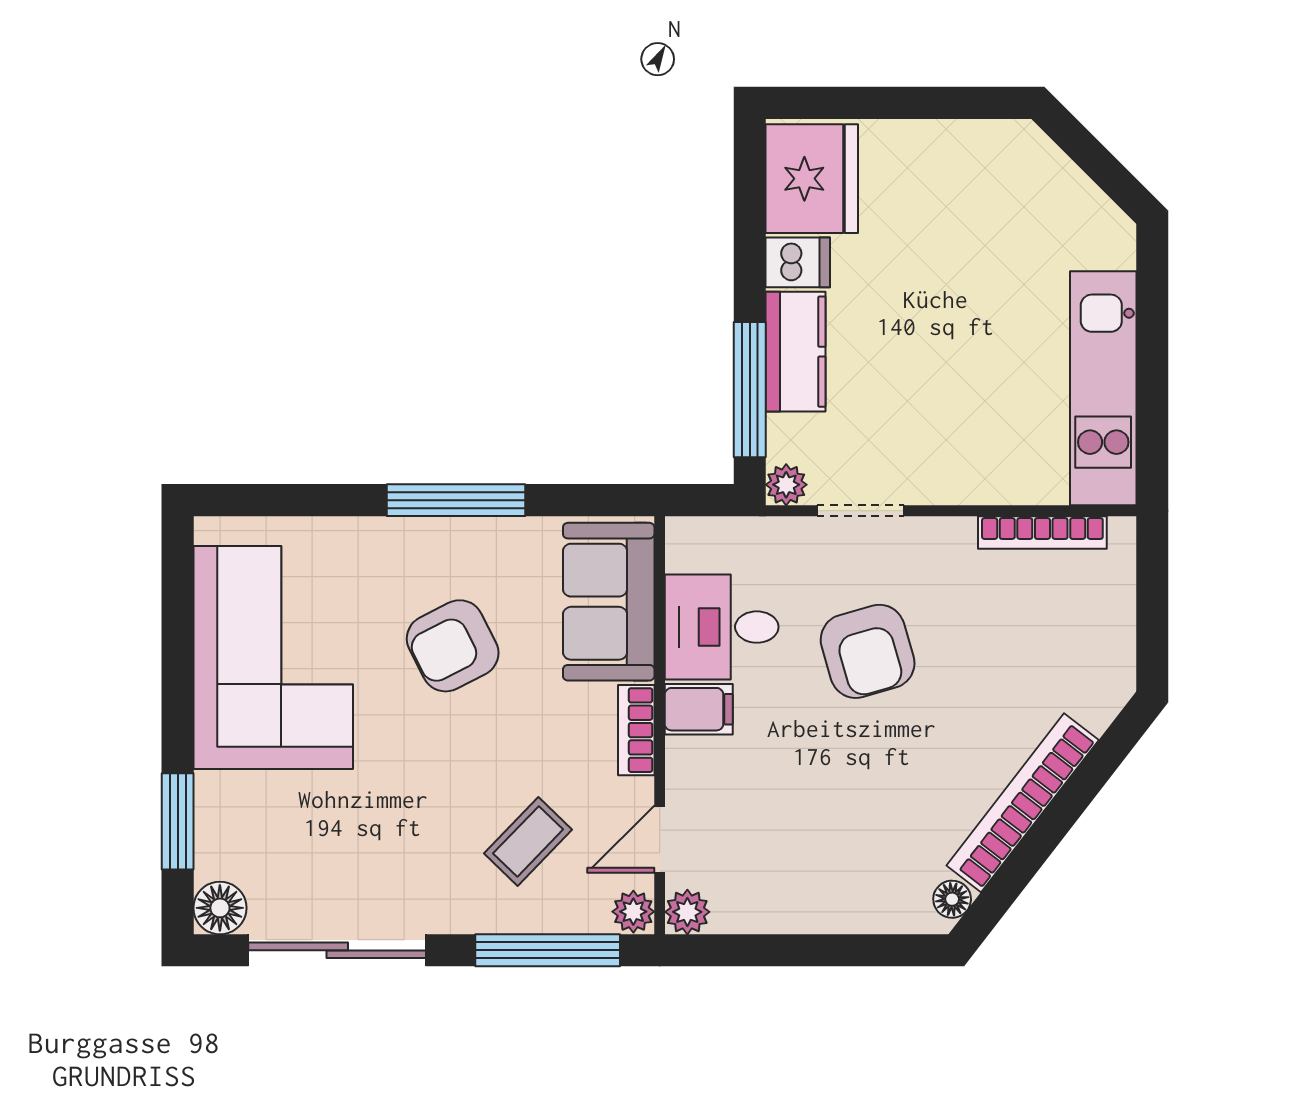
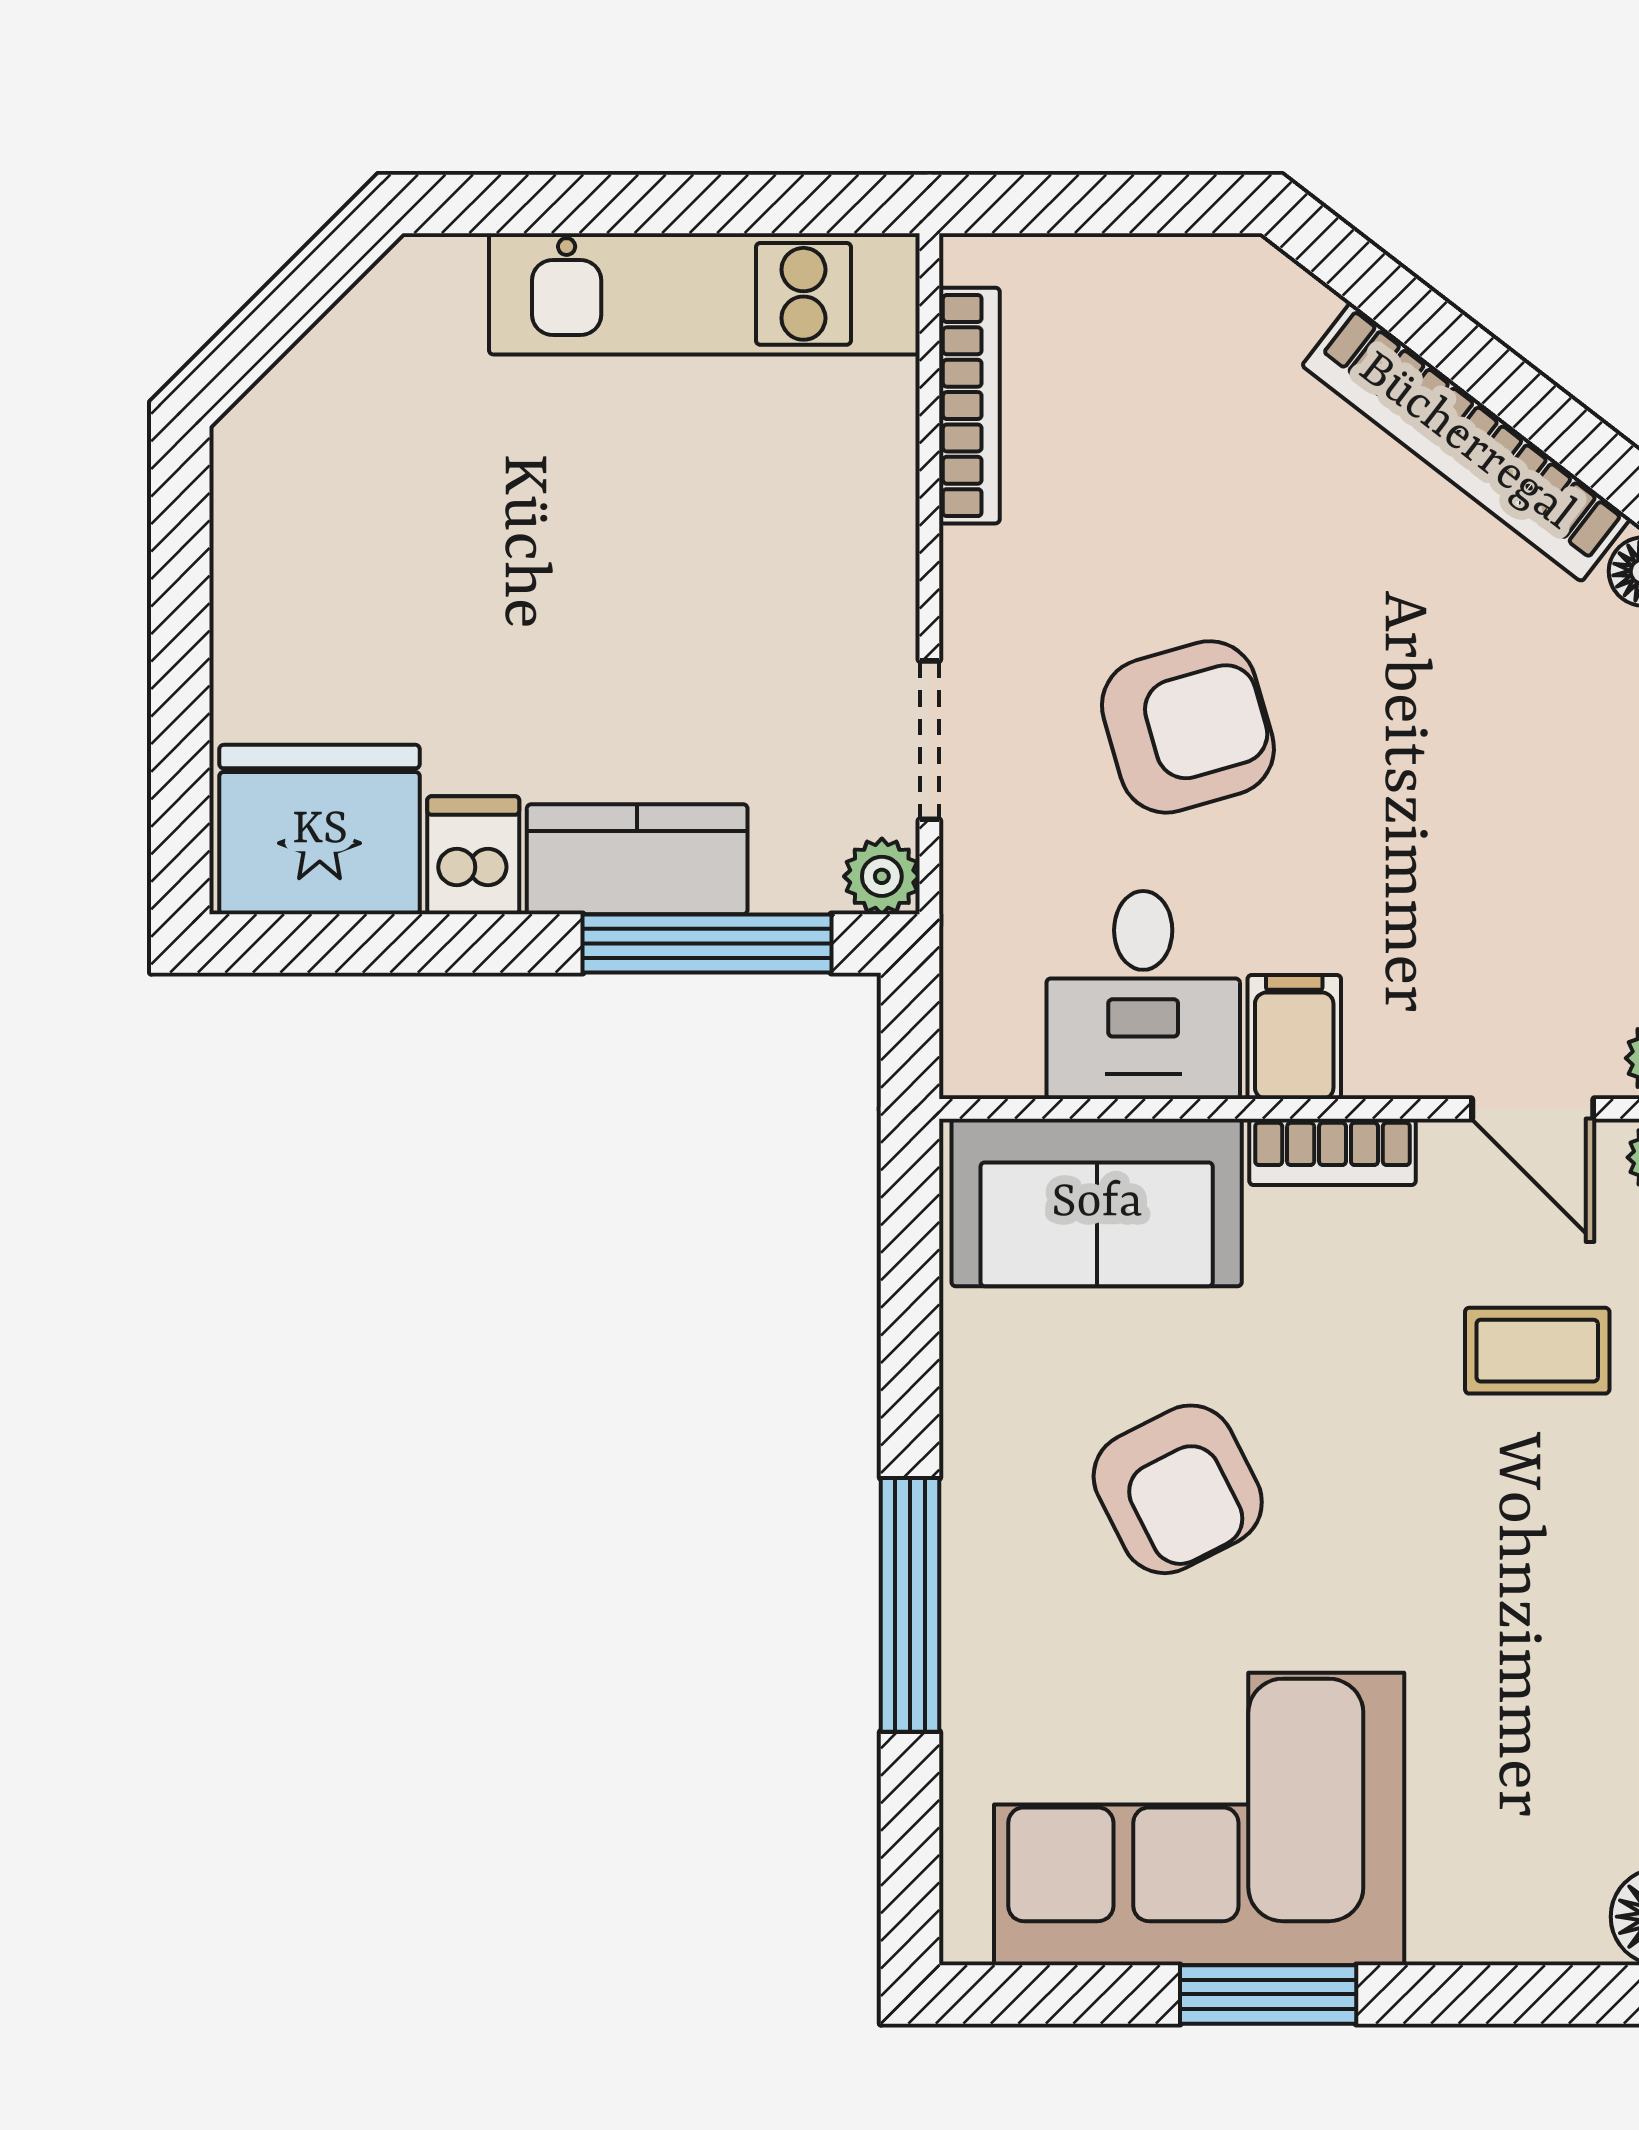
window: (456, 500) -> (910, 1605), moved
window: (178, 821) -> (1268, 1994), moved
coffee table: (528, 841) -> (1537, 1351), turned -44

